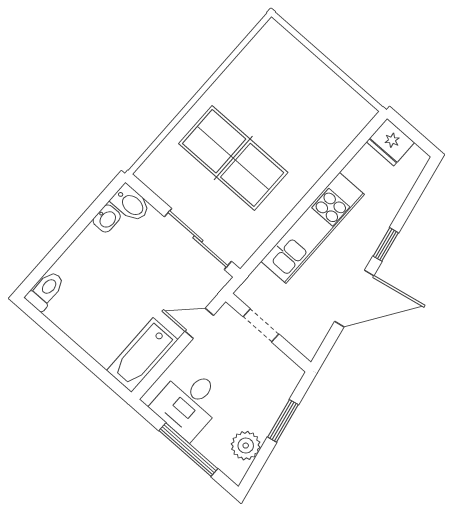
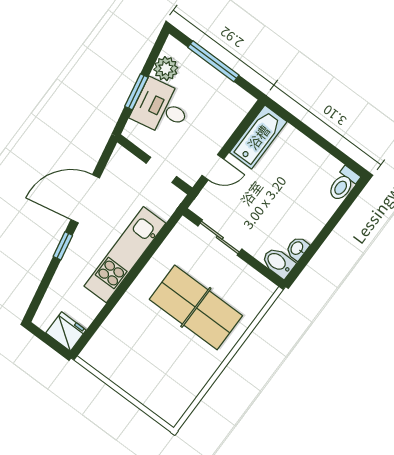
sliding door: (198, 239) -> (220, 238), width x0.73
desk: (188, 403) -> (161, 108), moved, turned -101

